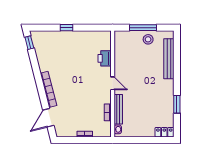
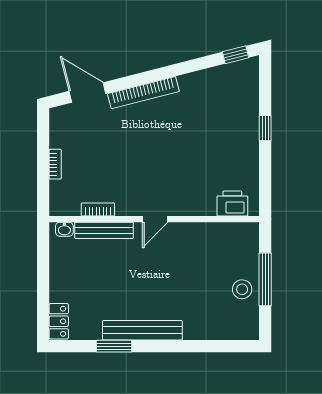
printer: (105, 58) -> (232, 203), moved
bench: (169, 59) -> (142, 330), moved

